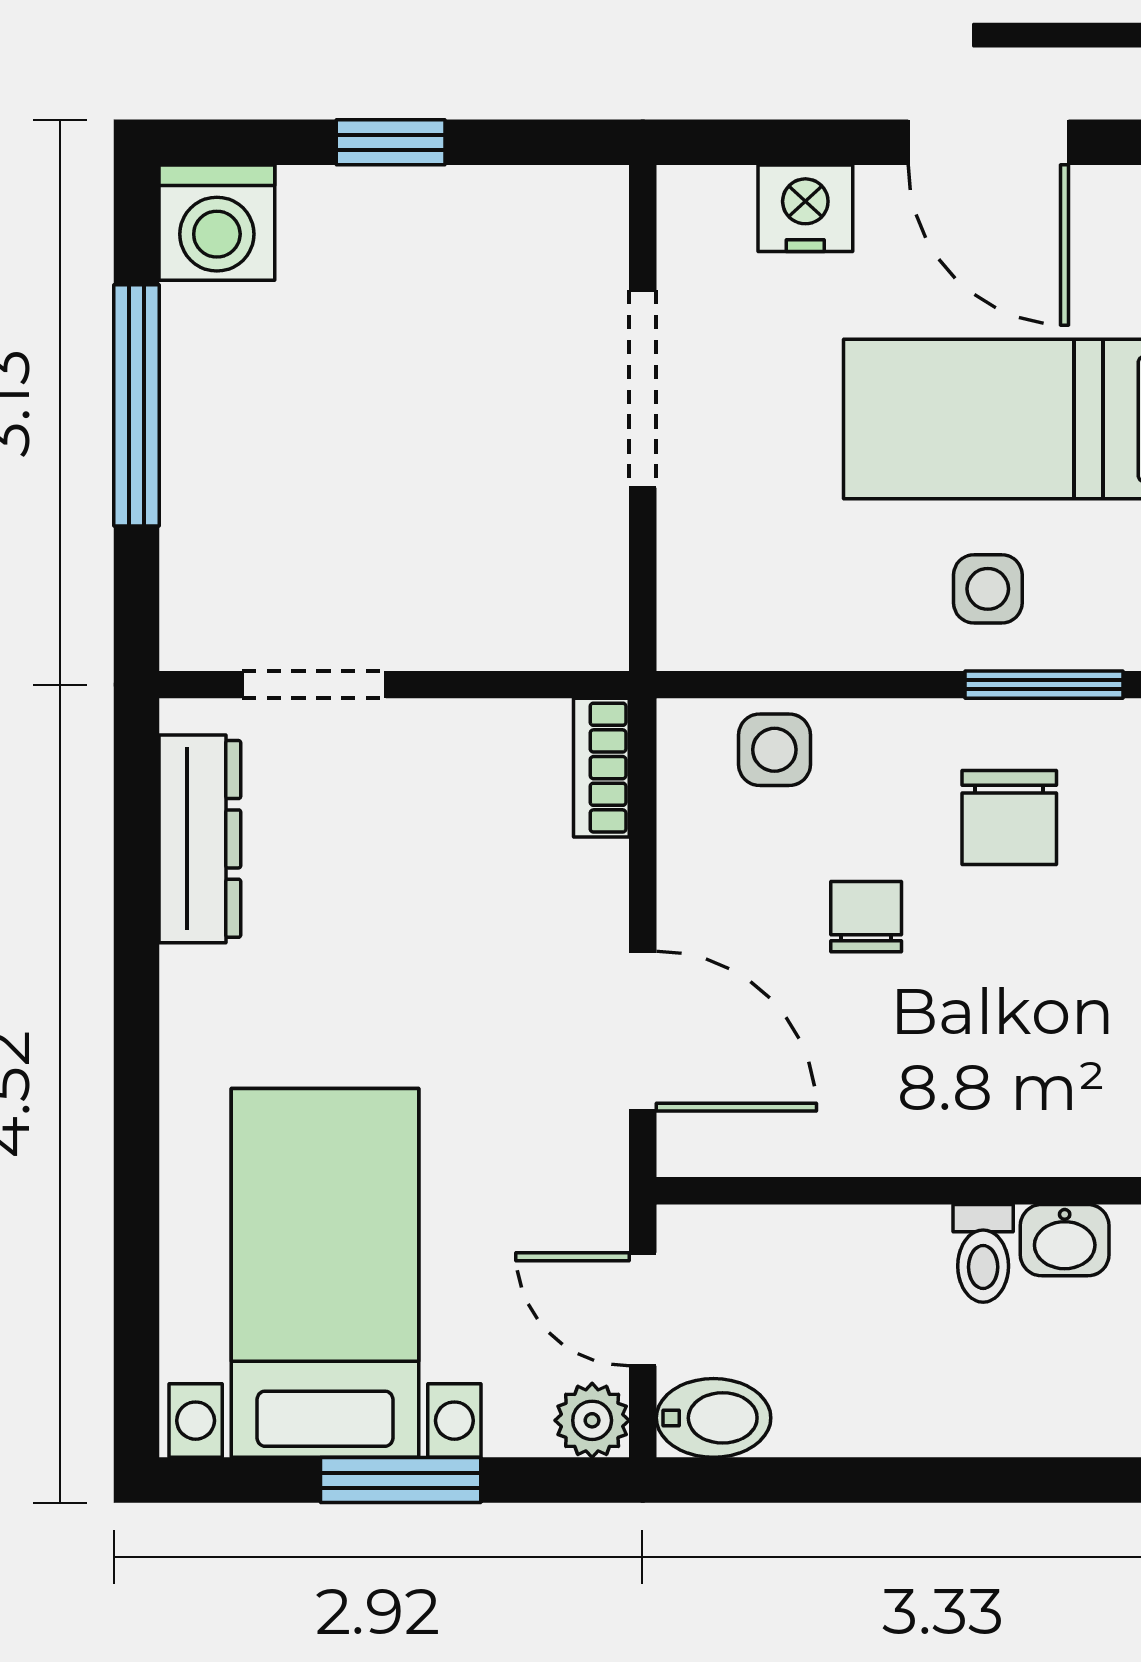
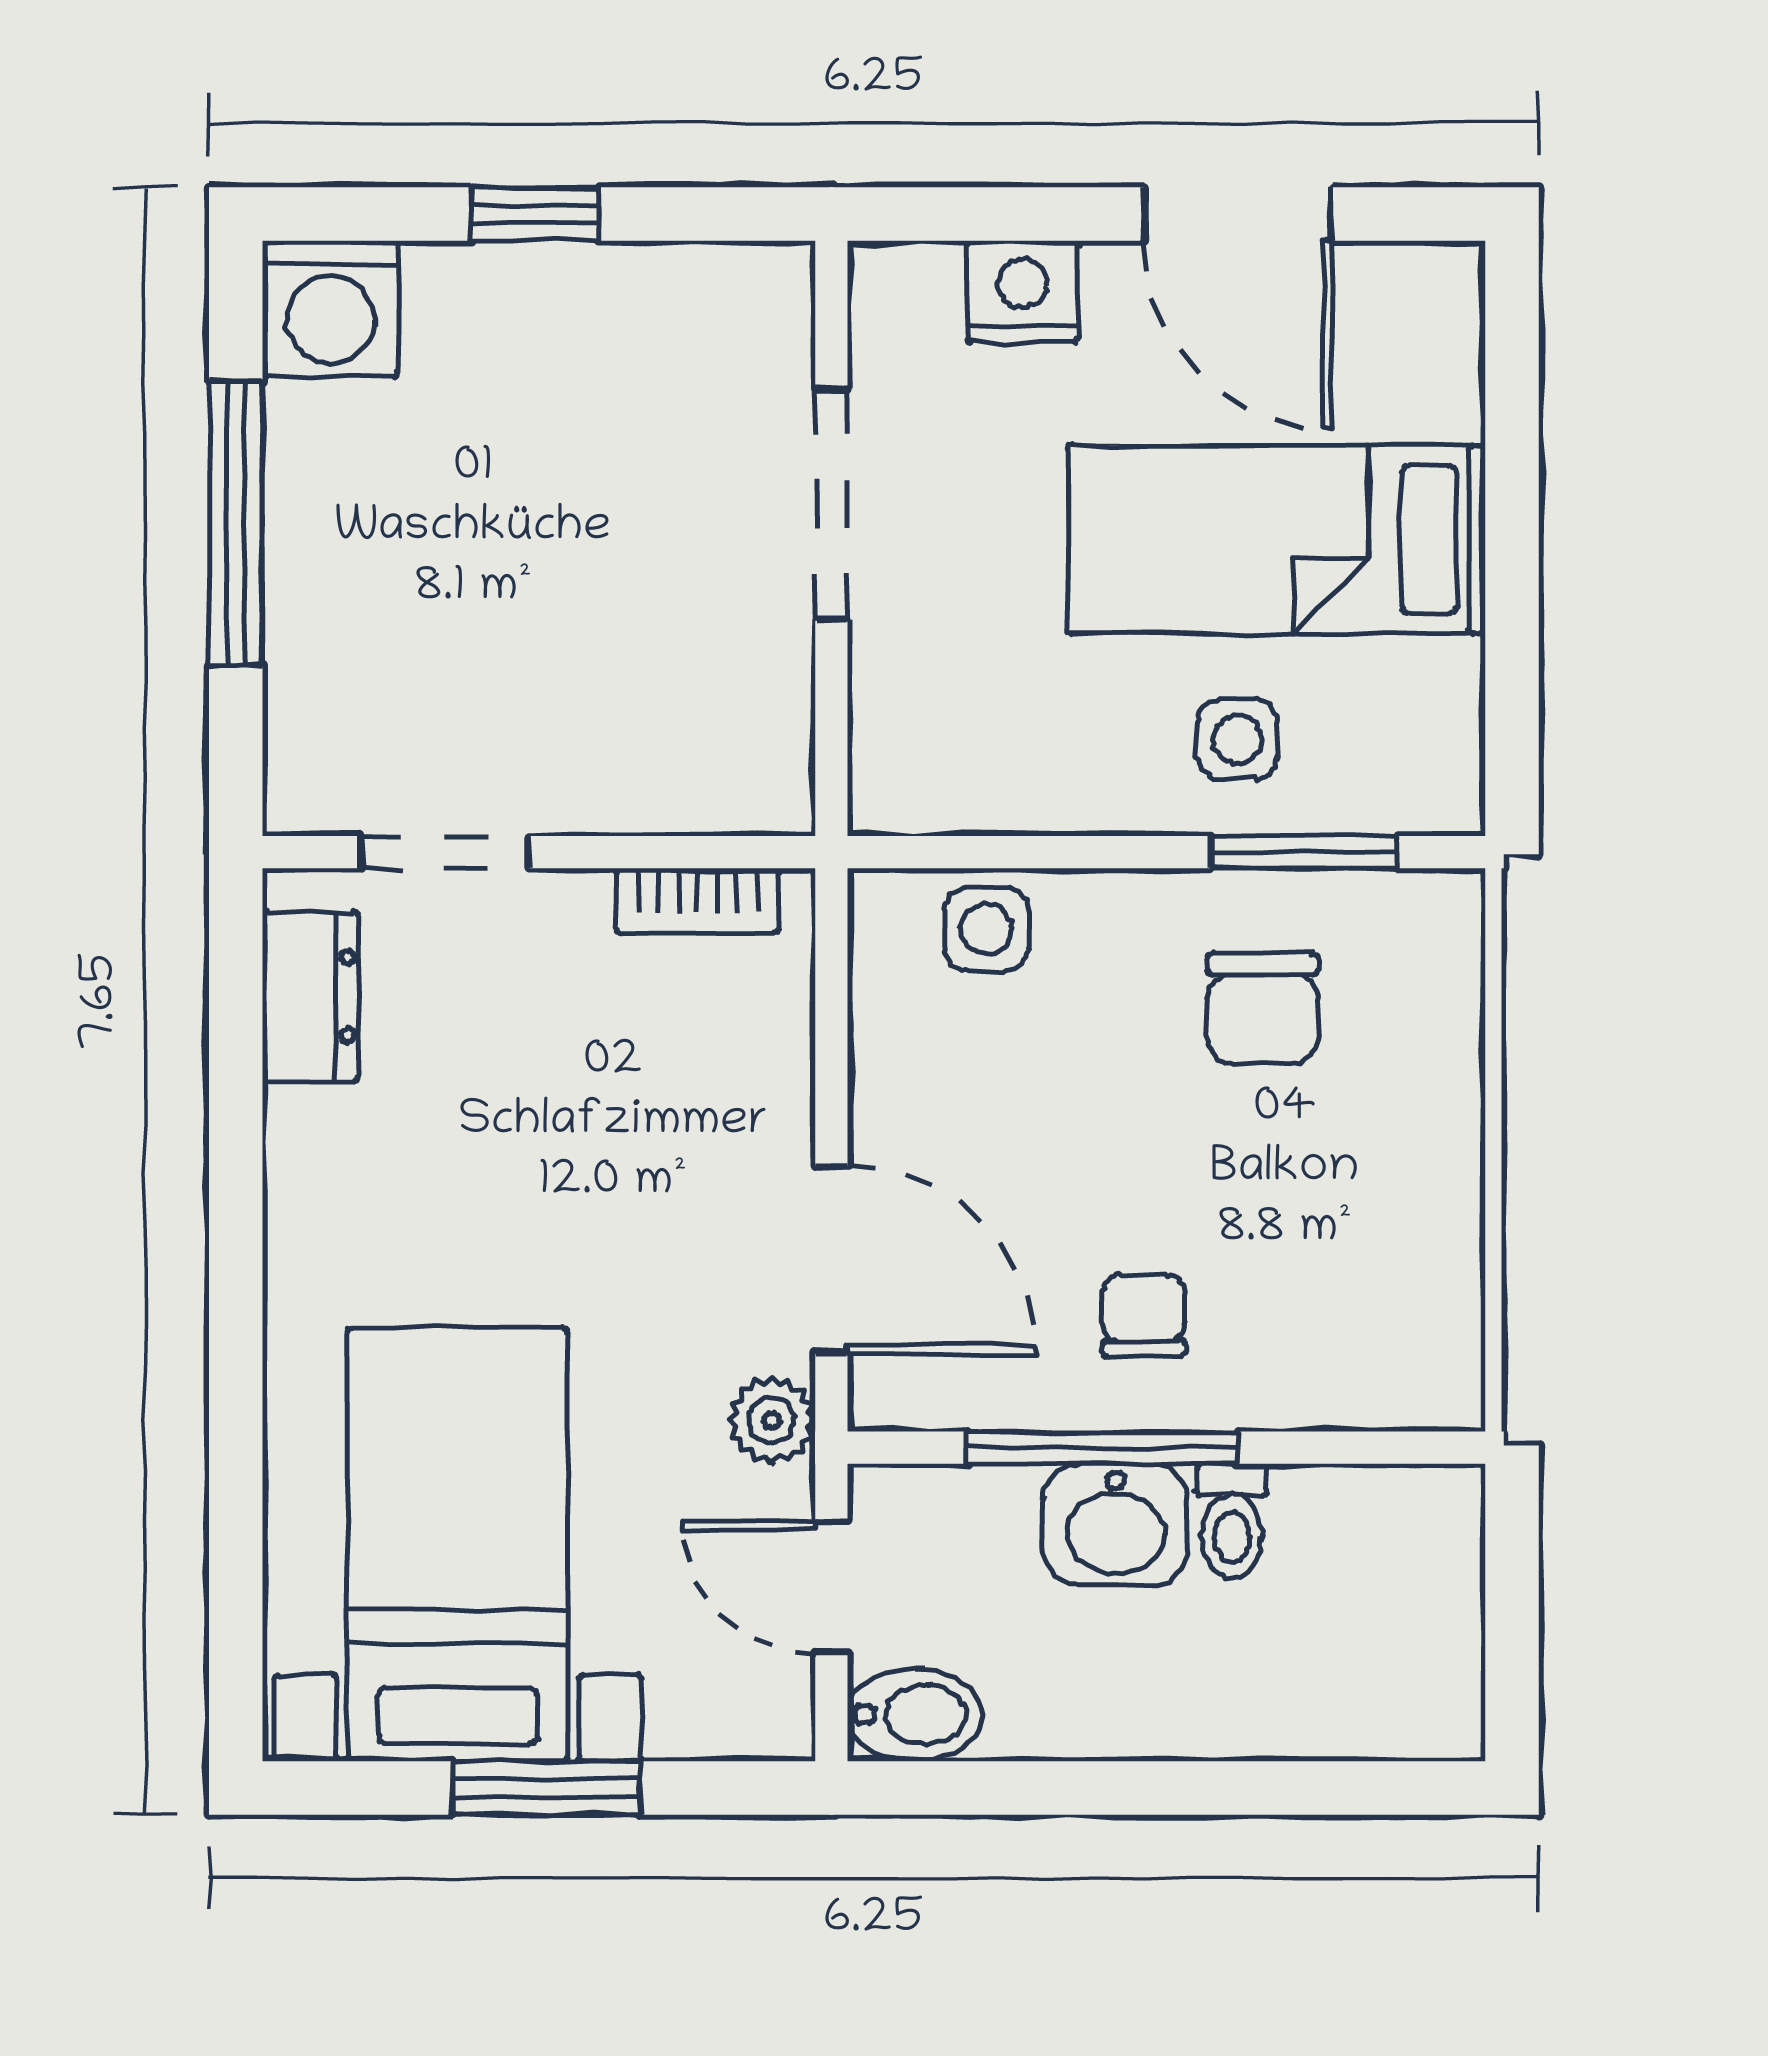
bookcase: (601, 768) -> (698, 901), moved, turned -90
dresser: (200, 839) -> (310, 996), width x0.70
chair: (866, 917) -> (1144, 1315), moved
window: (873, 1191) -> (1102, 1448), added
washbasin: (1065, 1240) -> (1116, 1525), moved, width x1.38, depth x1.45
plant: (592, 1420) -> (772, 1420), moved

